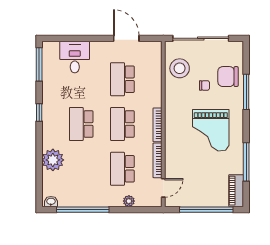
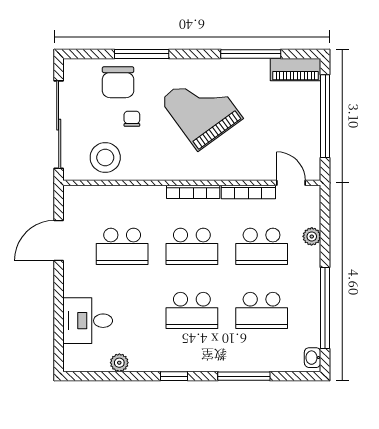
window: (39, 64) -> (244, 376), moved
grand piano: (211, 130) -> (202, 109), turned -126
plant: (53, 160) -> (119, 363), moved, width x0.53, depth x0.53
school desk: (81, 169) -> (262, 310), added

